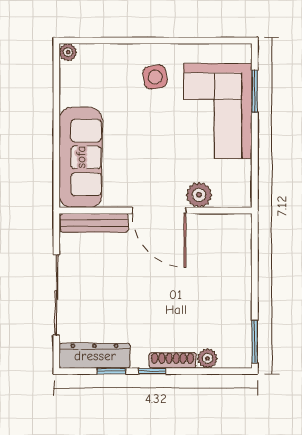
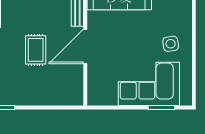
plant: (199, 195) -> (95, 72), removed
rug: (165, 288) -> (36, 50), added

